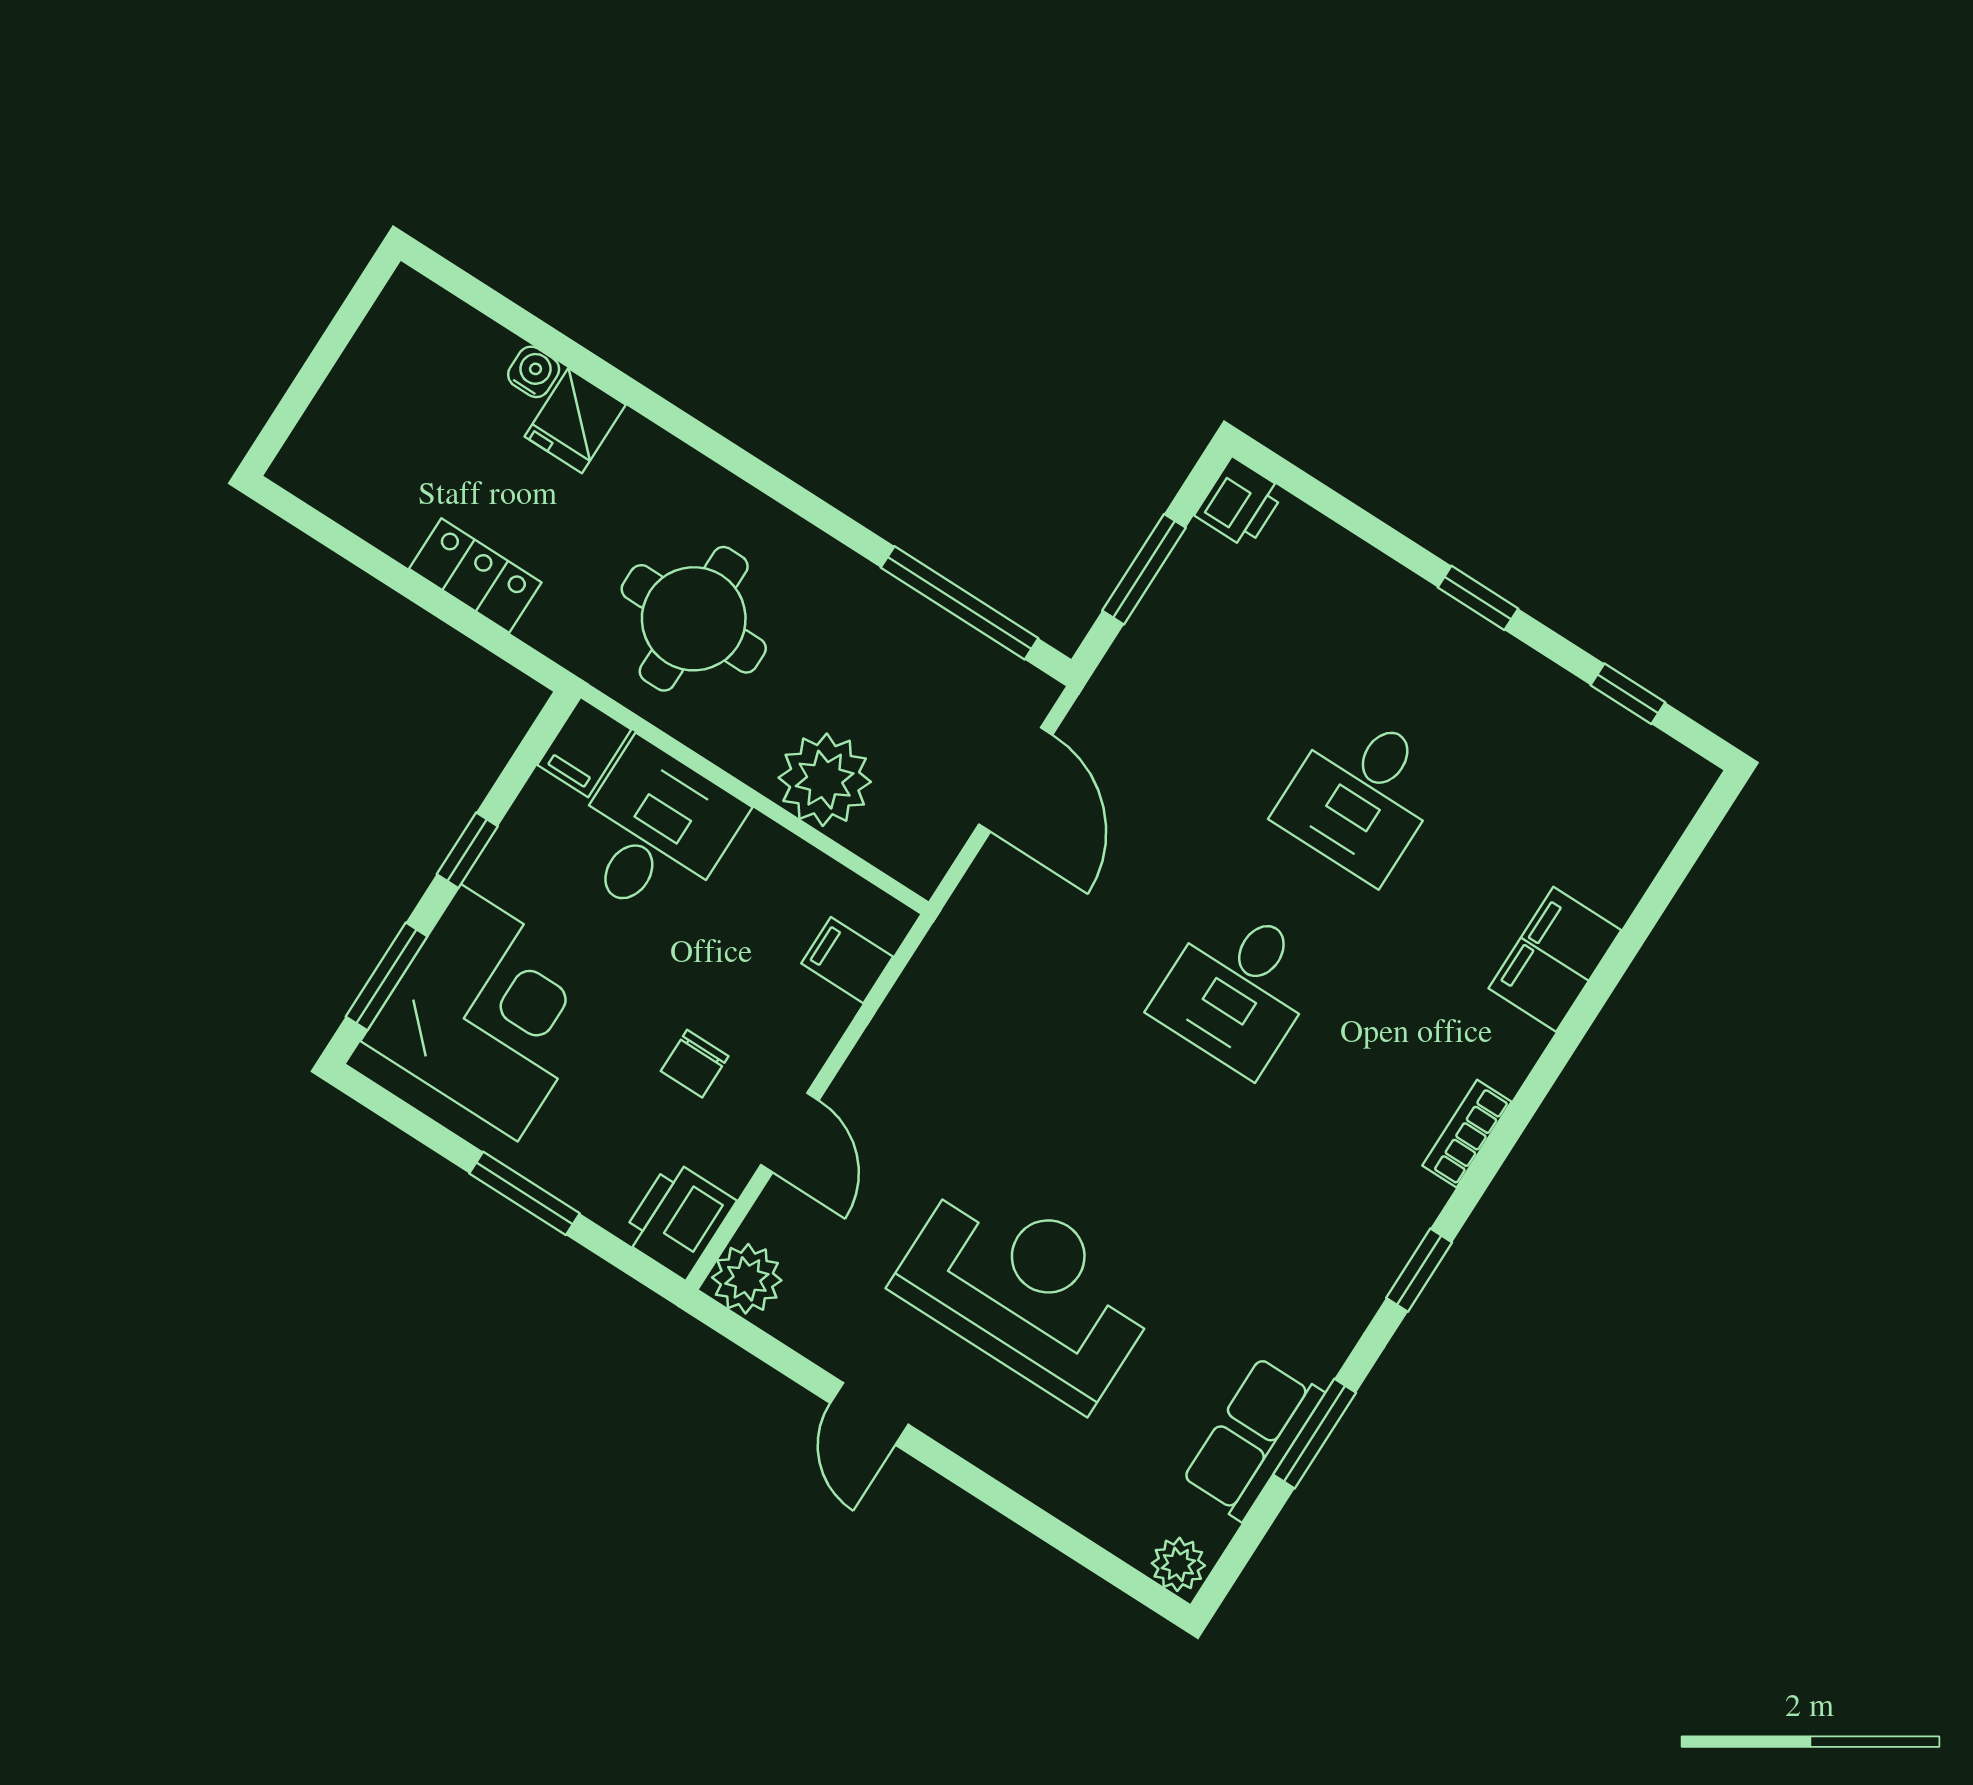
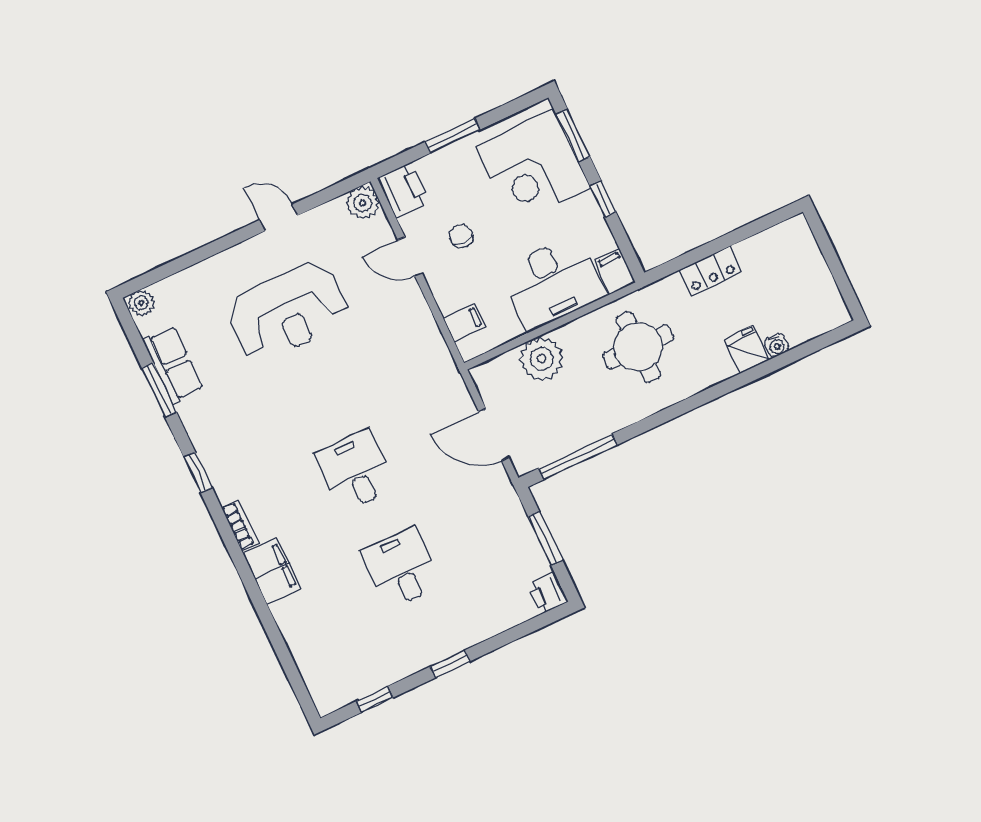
desk: (654, 833) -> (552, 283), width x1.37
filing cabinet: (1555, 959) -> (272, 571), moved

